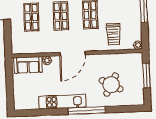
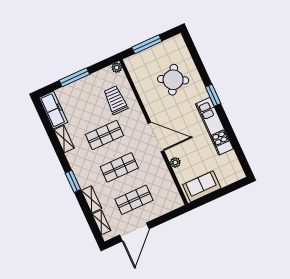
trolley: (113, 34) -> (116, 100), turned -90
sofa: (28, 65) -> (202, 186), moved, turned -90
window: (87, 110) -> (213, 95), width x0.47

